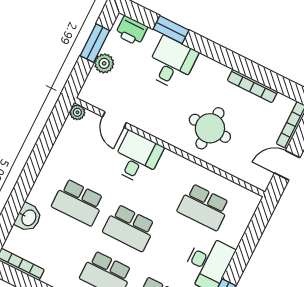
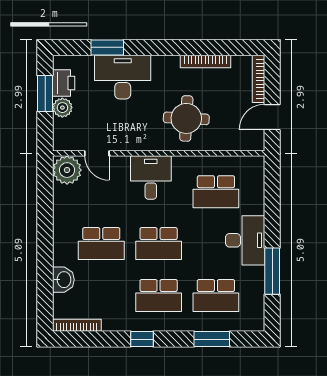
printer: (131, 31) -> (64, 83), moved, turned -90
desk: (172, 63) -> (123, 77), width x1.37
plant: (77, 112) -> (67, 170), width x1.87, depth x1.87
desk: (137, 158) -> (151, 178), moved

